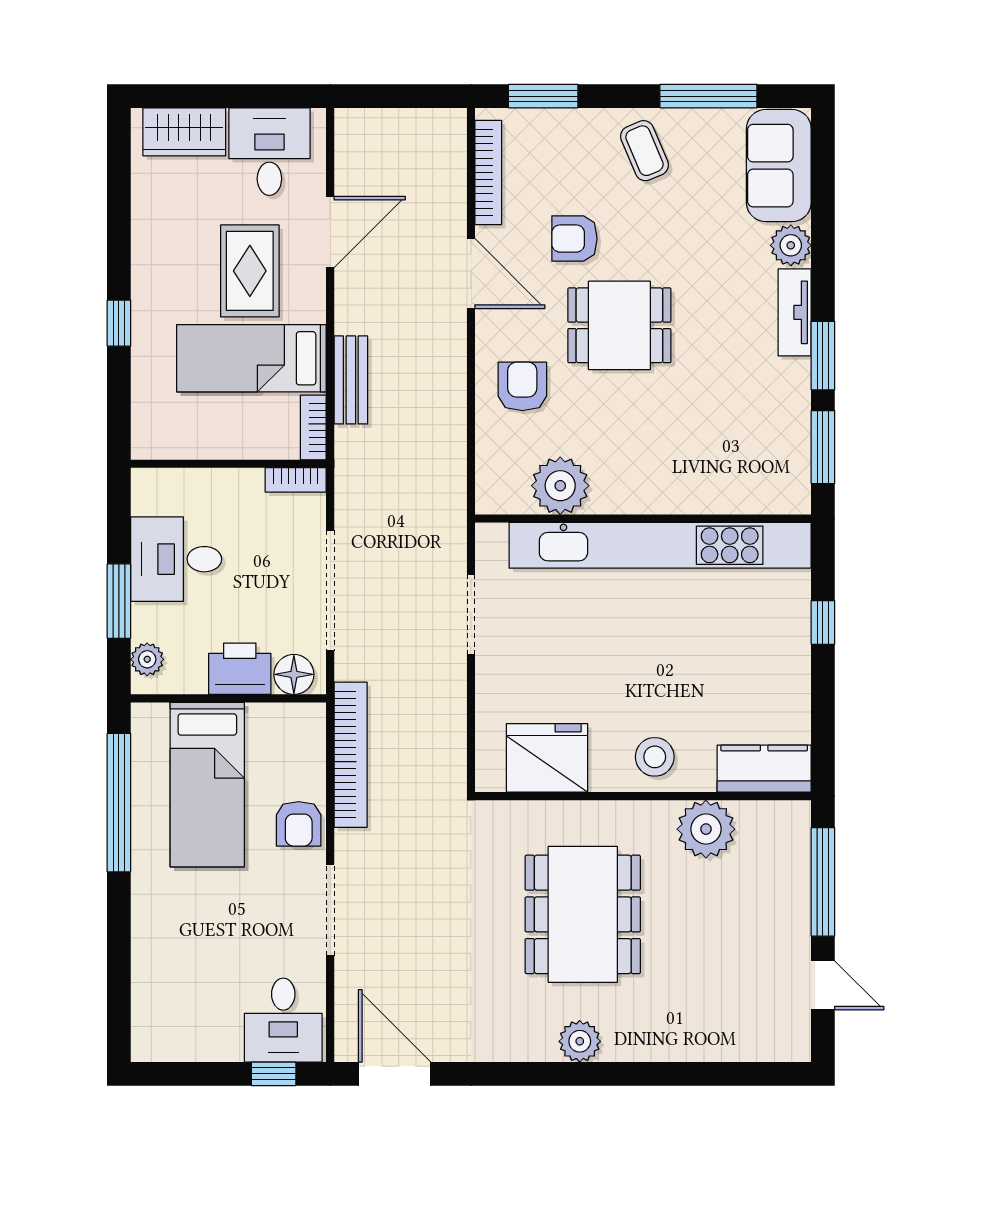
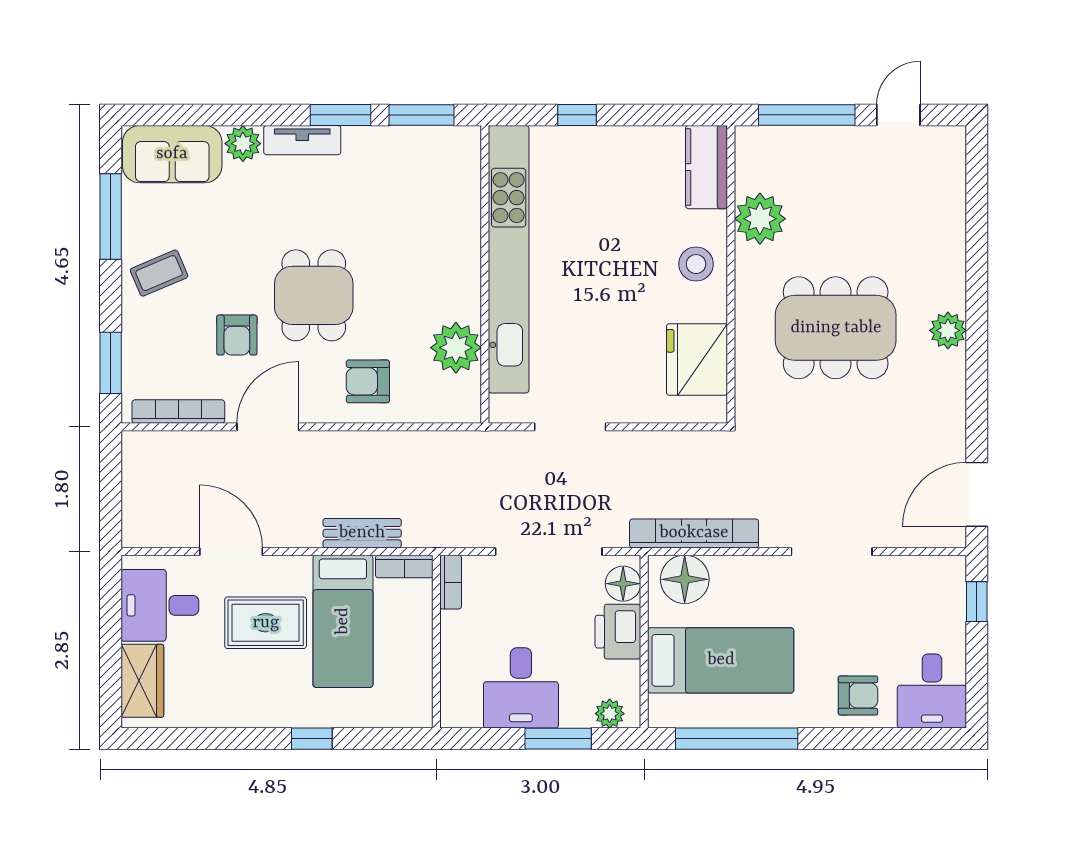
floor lamp: (299, 744) -> (685, 579), added
armchair: (299, 824) -> (858, 695), moved
desk: (283, 1020) -> (932, 691), moved, turned 90

